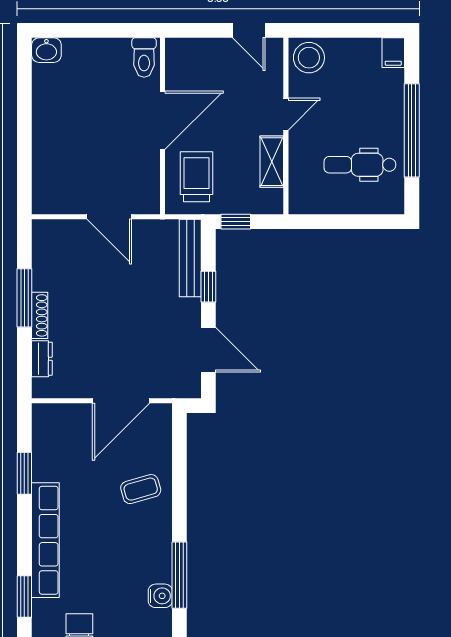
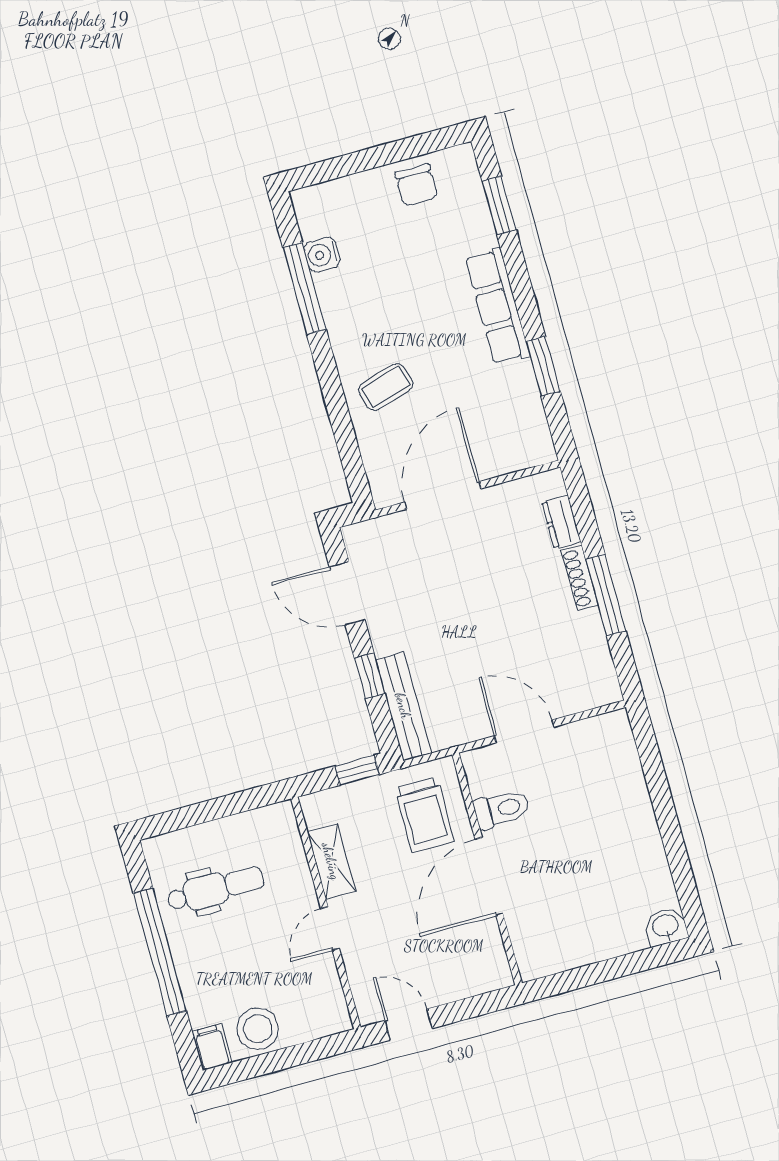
toilet: (144, 57) -> (502, 809), moved, turned 90
stool: (309, 58) -> (258, 1029), moved
row of seats: (45, 540) -> (497, 306), width x0.73

